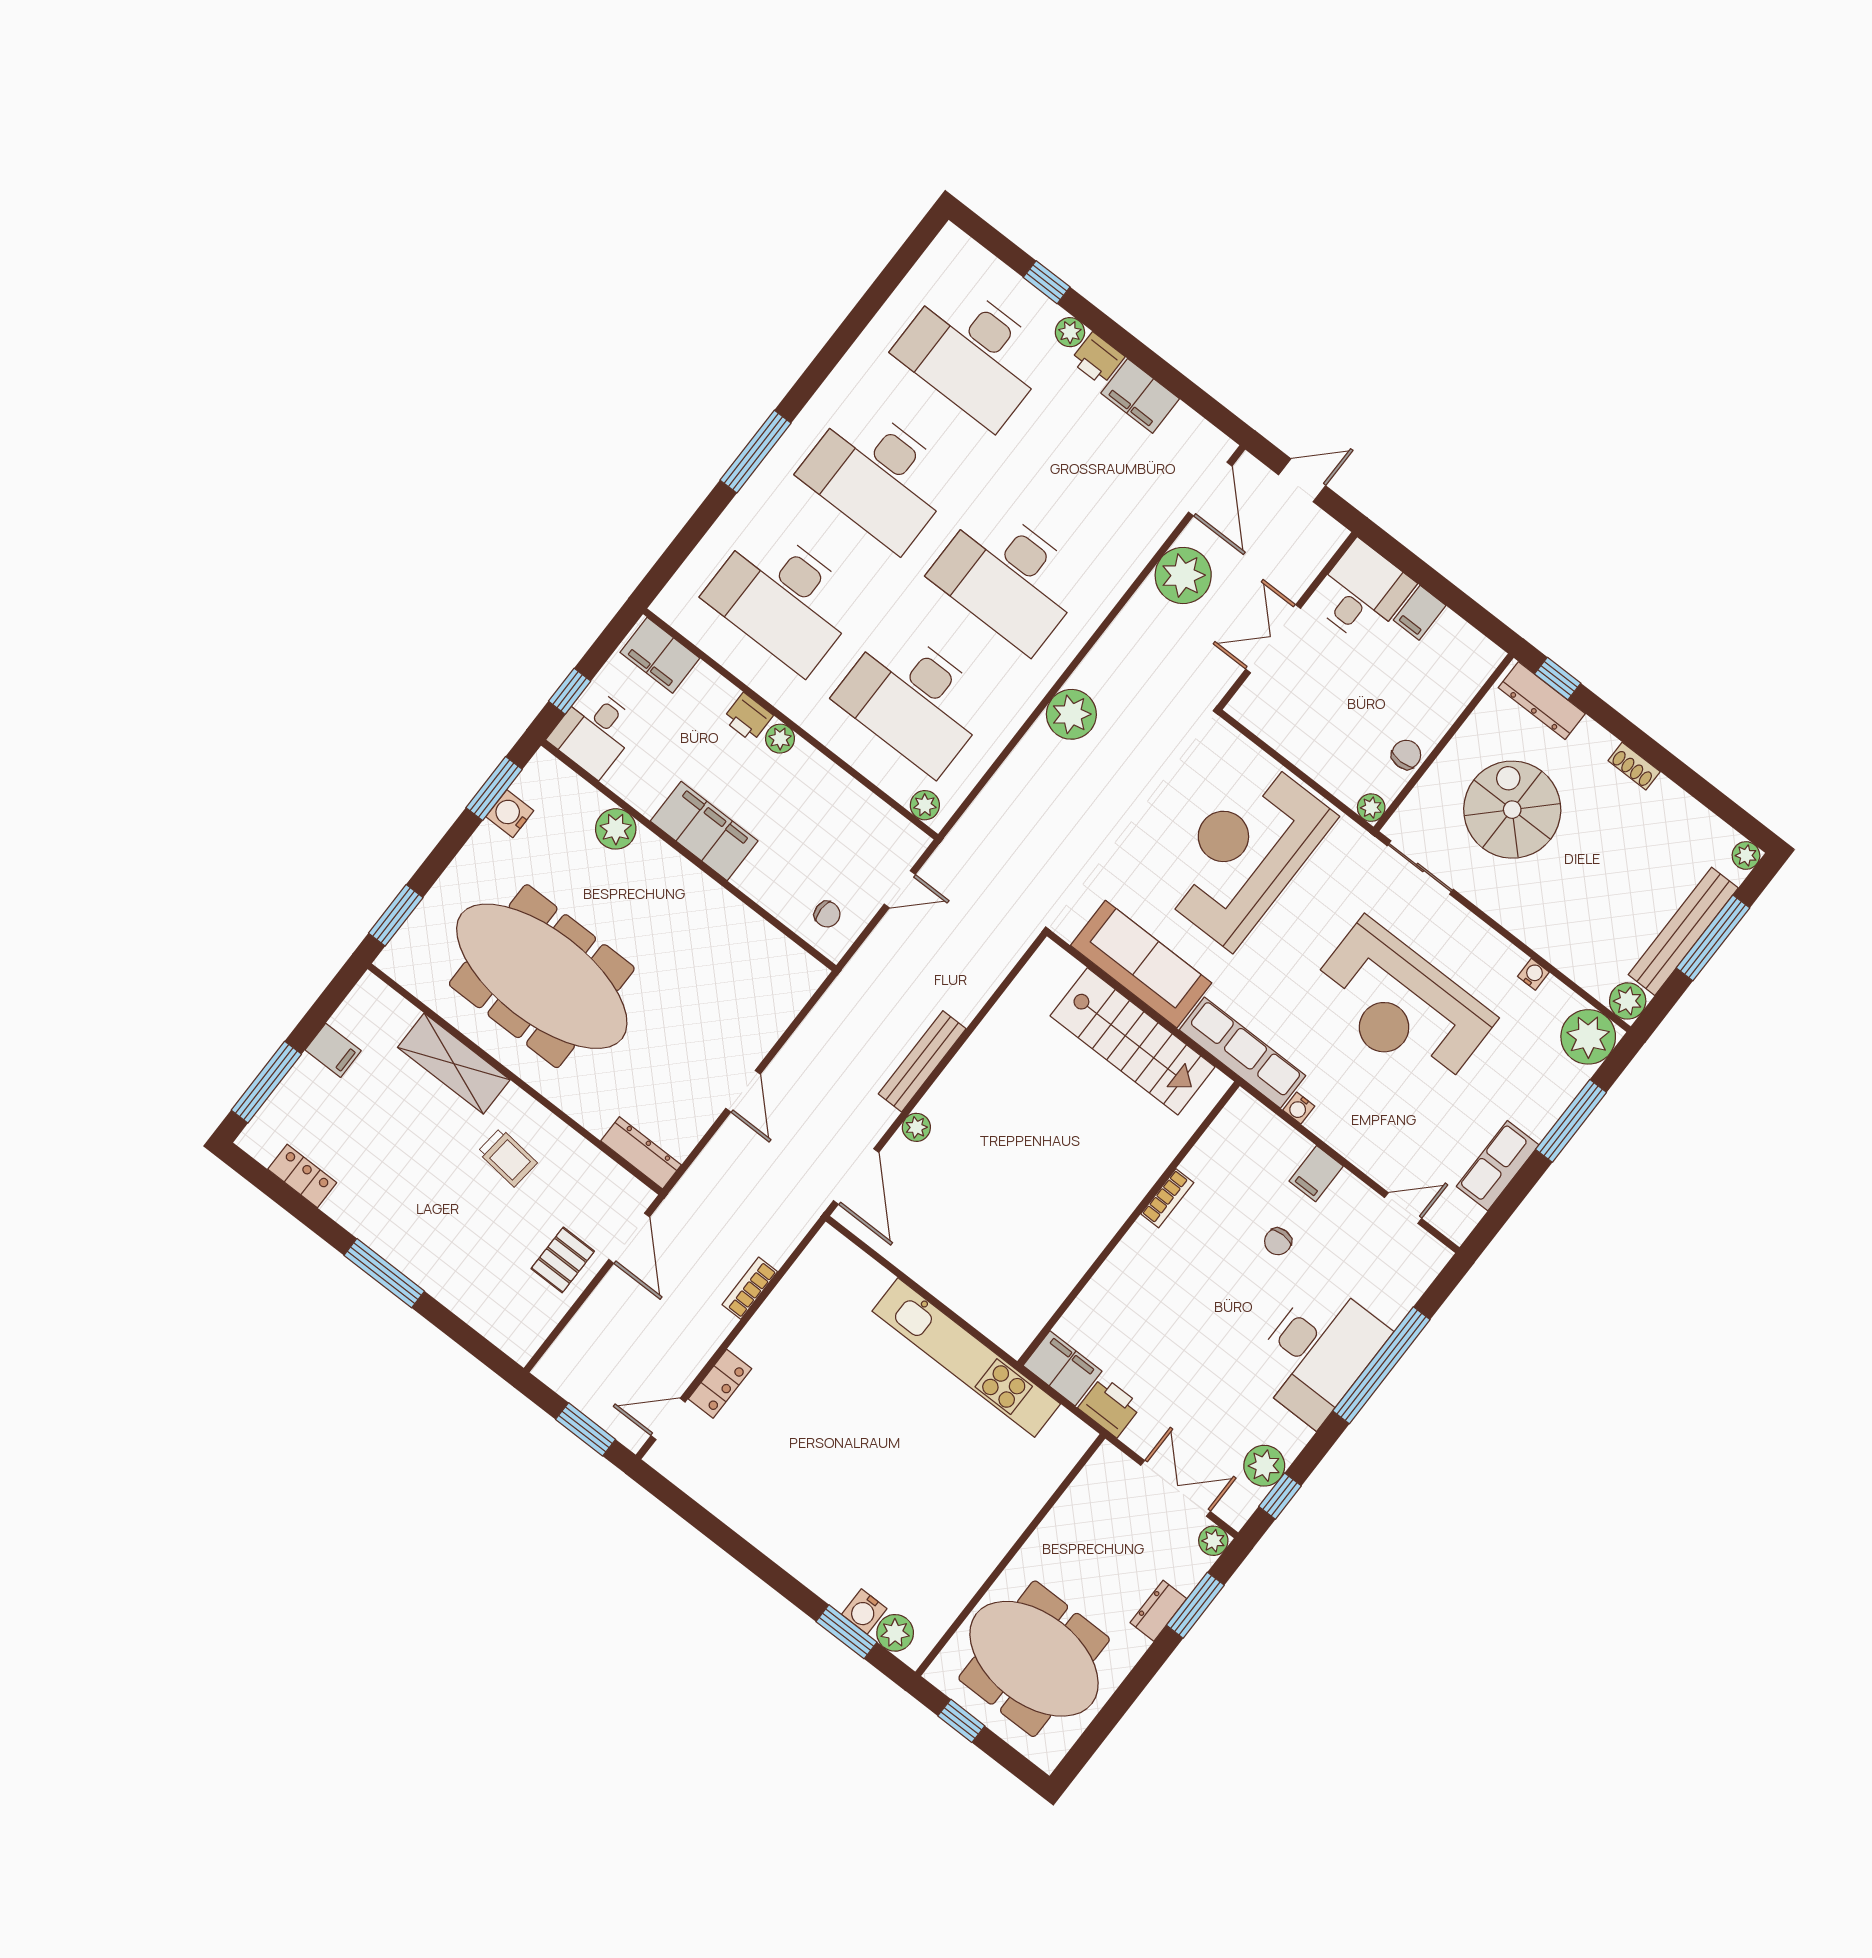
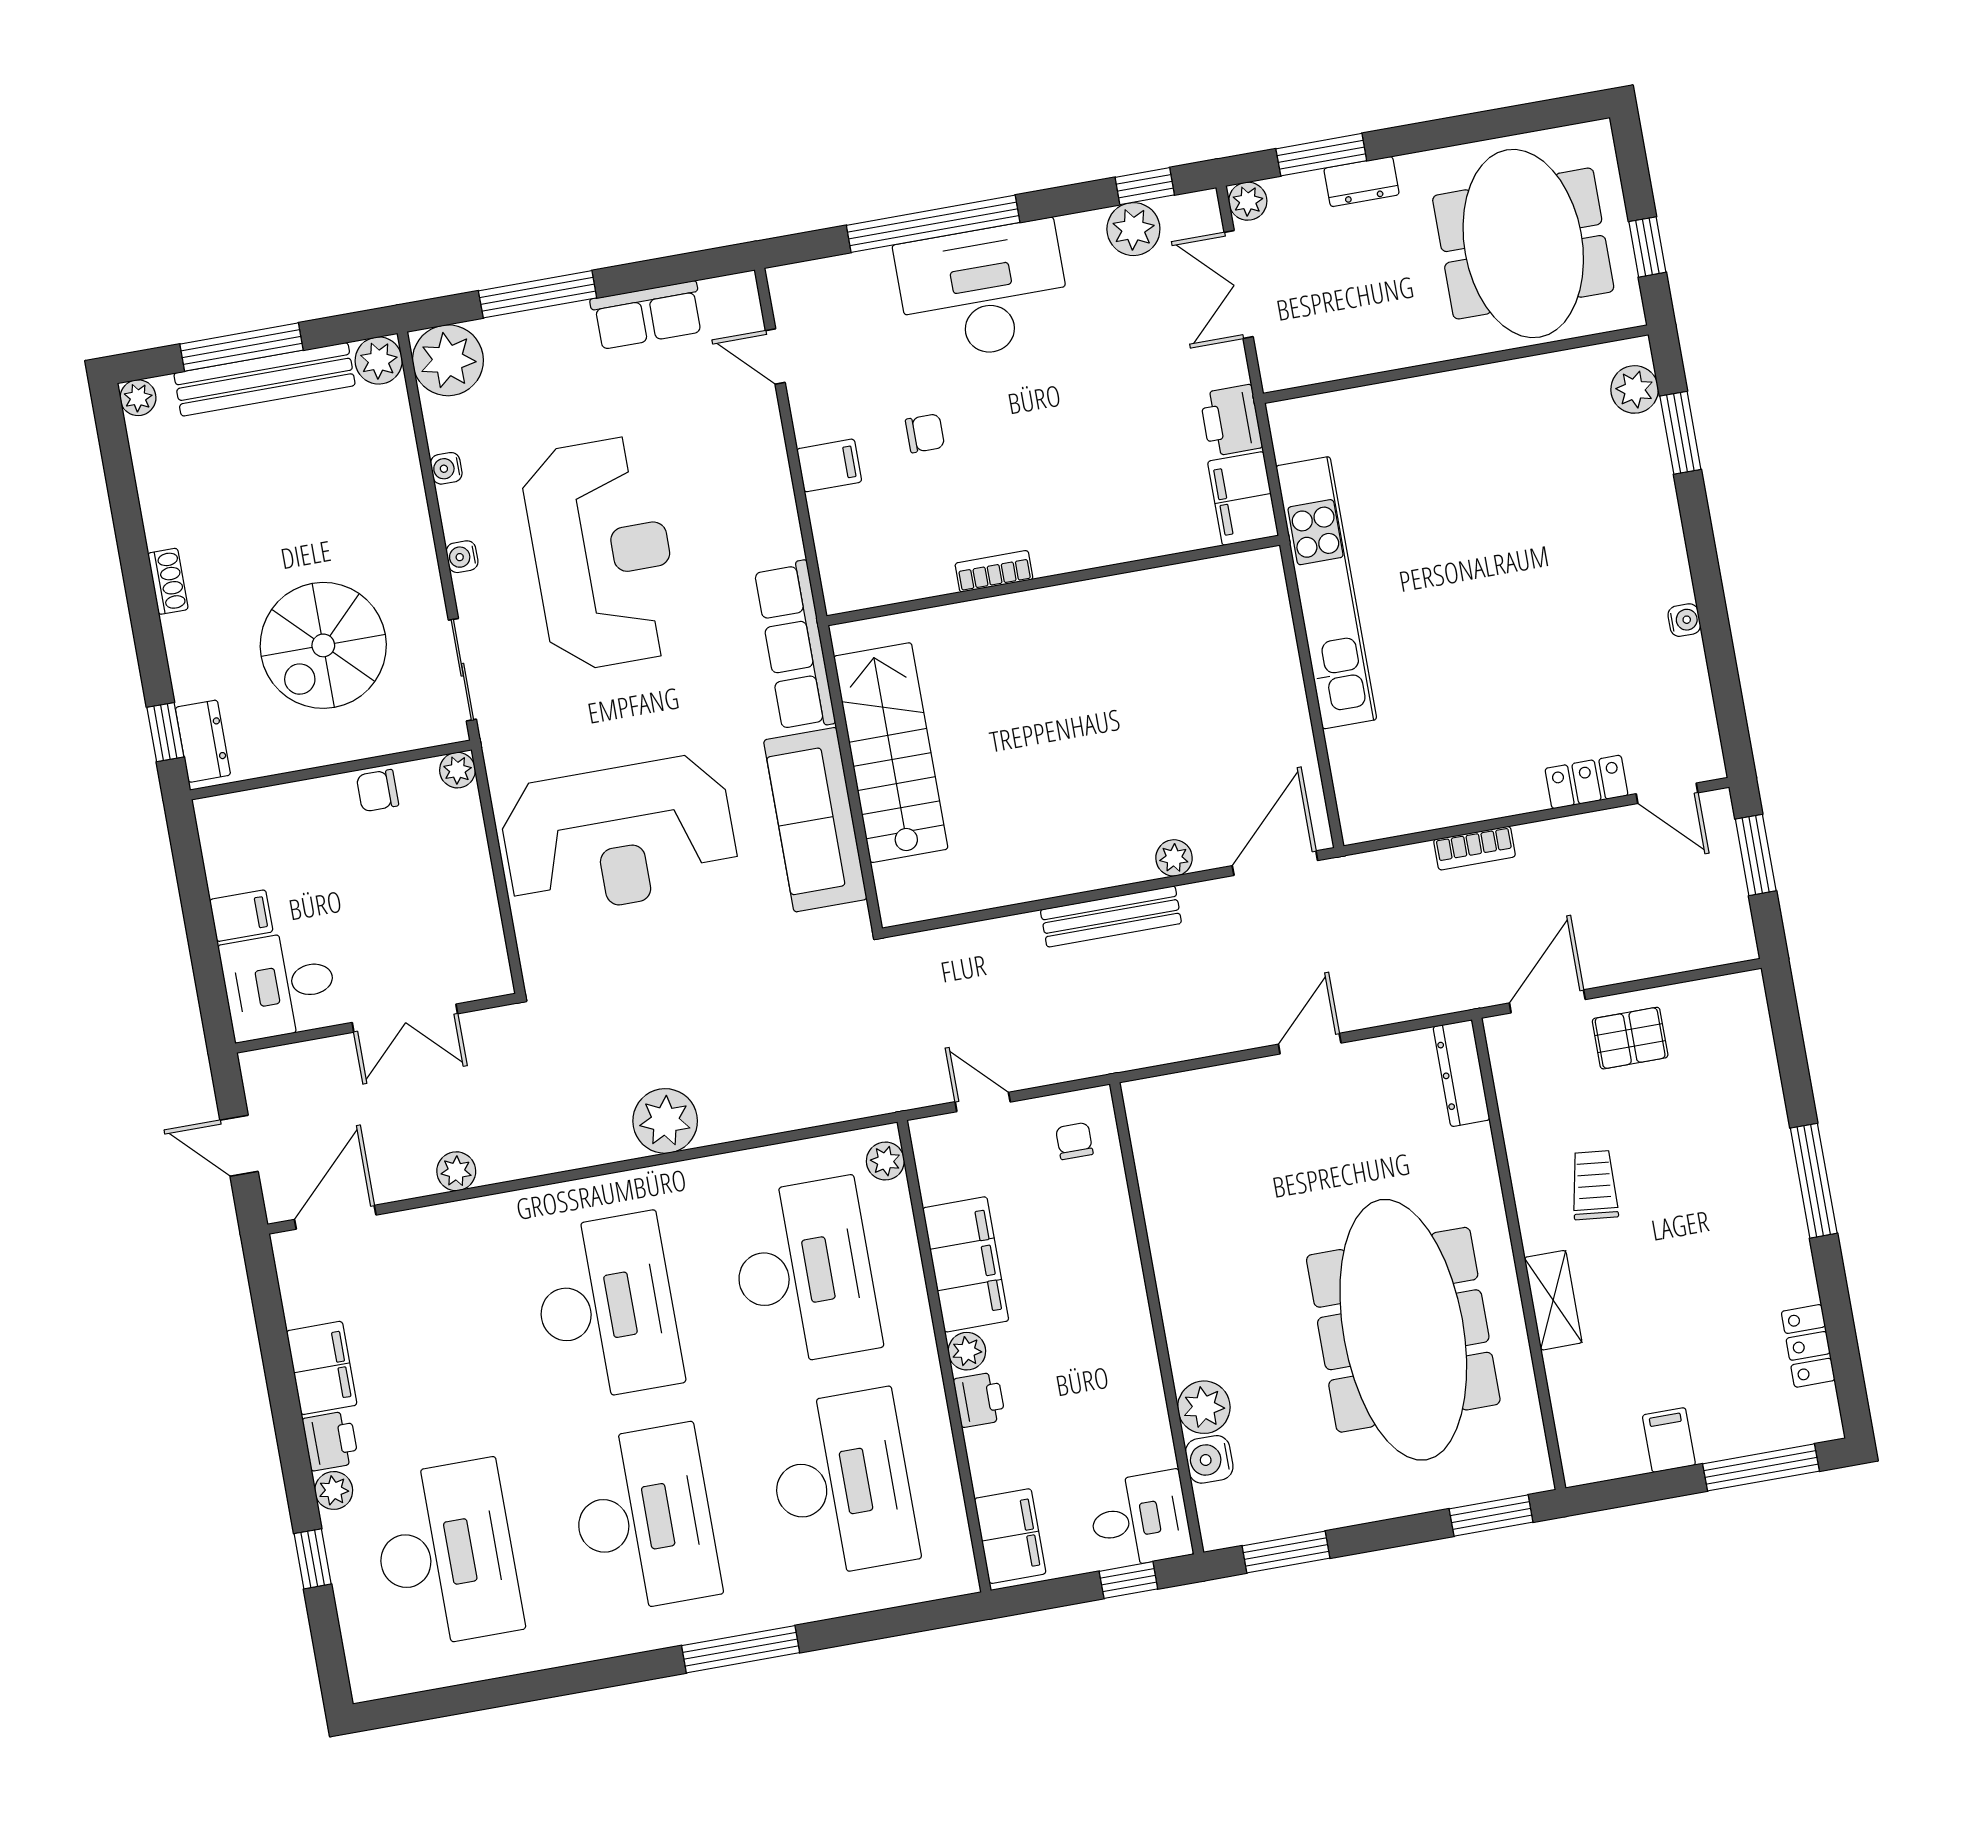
plant: (1183, 575) -> (456, 1171), width x0.53, depth x0.53
dresser: (1542, 701) -> (203, 741), width x0.70
water cooler: (510, 814) -> (1209, 1459), moved, turned 90
filing cabinet: (704, 831) -> (966, 1264), moved, turned 180
shelving: (454, 1064) -> (1553, 1300), width x0.67, depth x0.75
water cooler: (1299, 1108) -> (462, 557), moved, turned 180
water cooler: (864, 1612) -> (1684, 620), moved, width x0.72, depth x0.72

